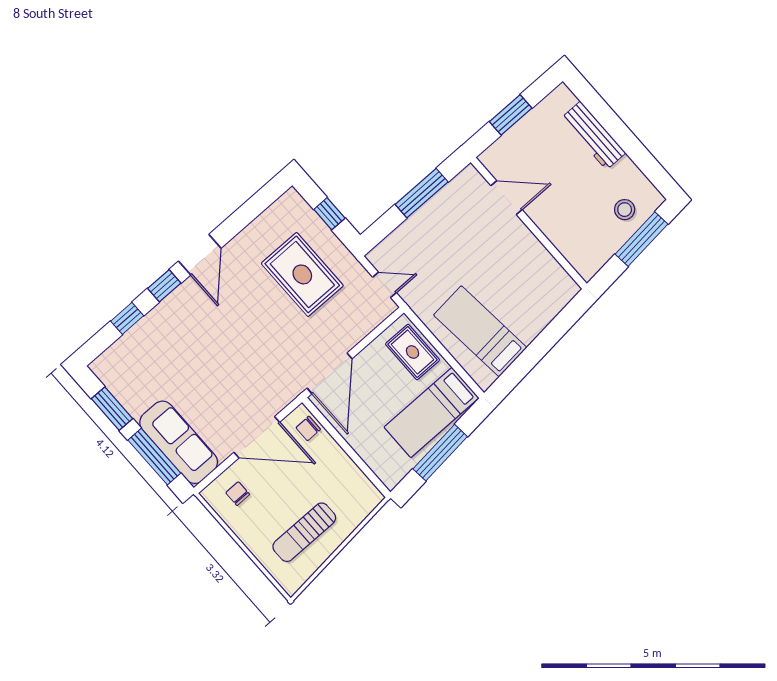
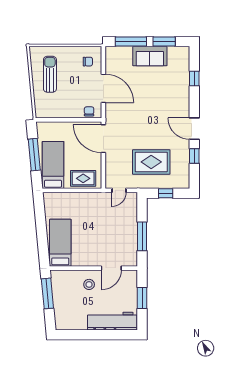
workbench: (593, 136) -> (112, 321), width x1.36, depth x1.32
stool: (625, 210) -> (89, 284), moved
window: (641, 239) -> (47, 293), moved
window: (164, 286) -> (194, 156), moved
bed: (480, 331) -> (60, 243), moved, turned -85
door: (257, 437) -> (103, 88), swing flipped
sofa: (179, 442) -> (150, 56), moved, width x0.73

